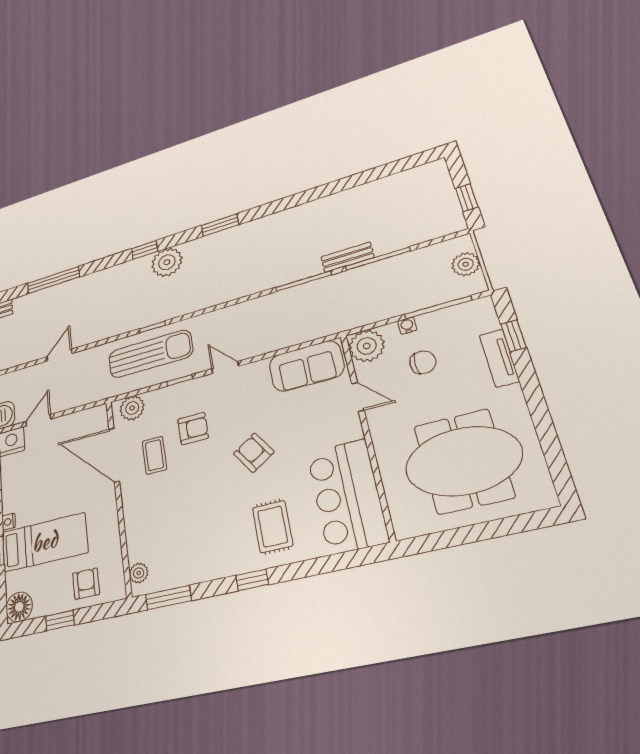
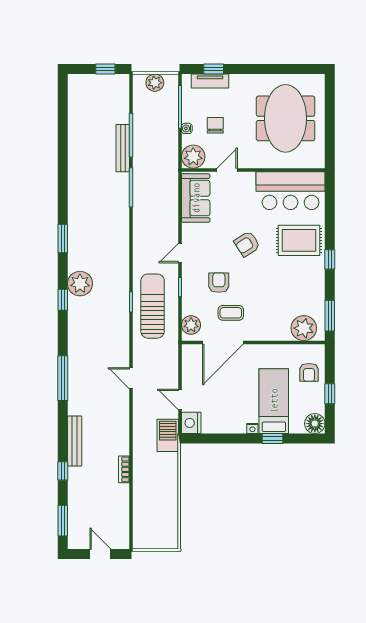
bench: (347, 257) -> (123, 148), width x1.36
tv unit: (499, 358) -> (210, 81), moved
rug: (273, 527) -> (299, 240), width x1.36, depth x1.43
plant: (139, 573) -> (304, 328), width x1.88, depth x1.88
armchair: (86, 584) -> (309, 372), turned -90

